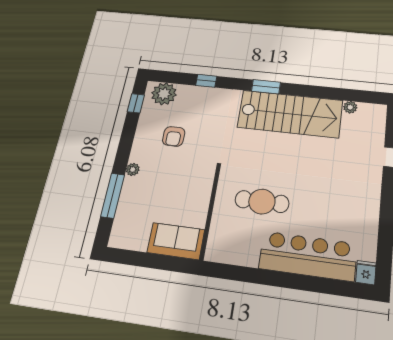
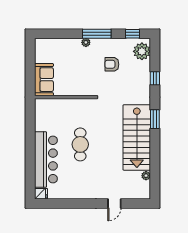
window: (113, 196) -> (97, 34), moved
cafe table: (262, 202) -> (80, 144), moved

